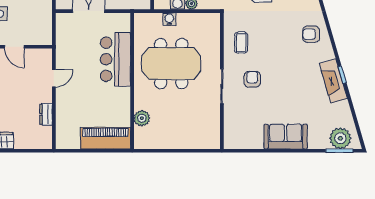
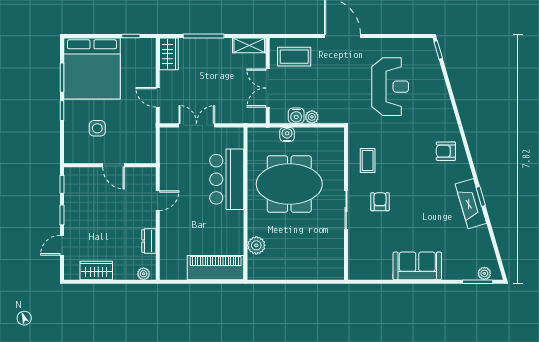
plant: (340, 138) -> (484, 273), width x0.53, depth x0.53
plant: (41, 144) -> (144, 274), added

